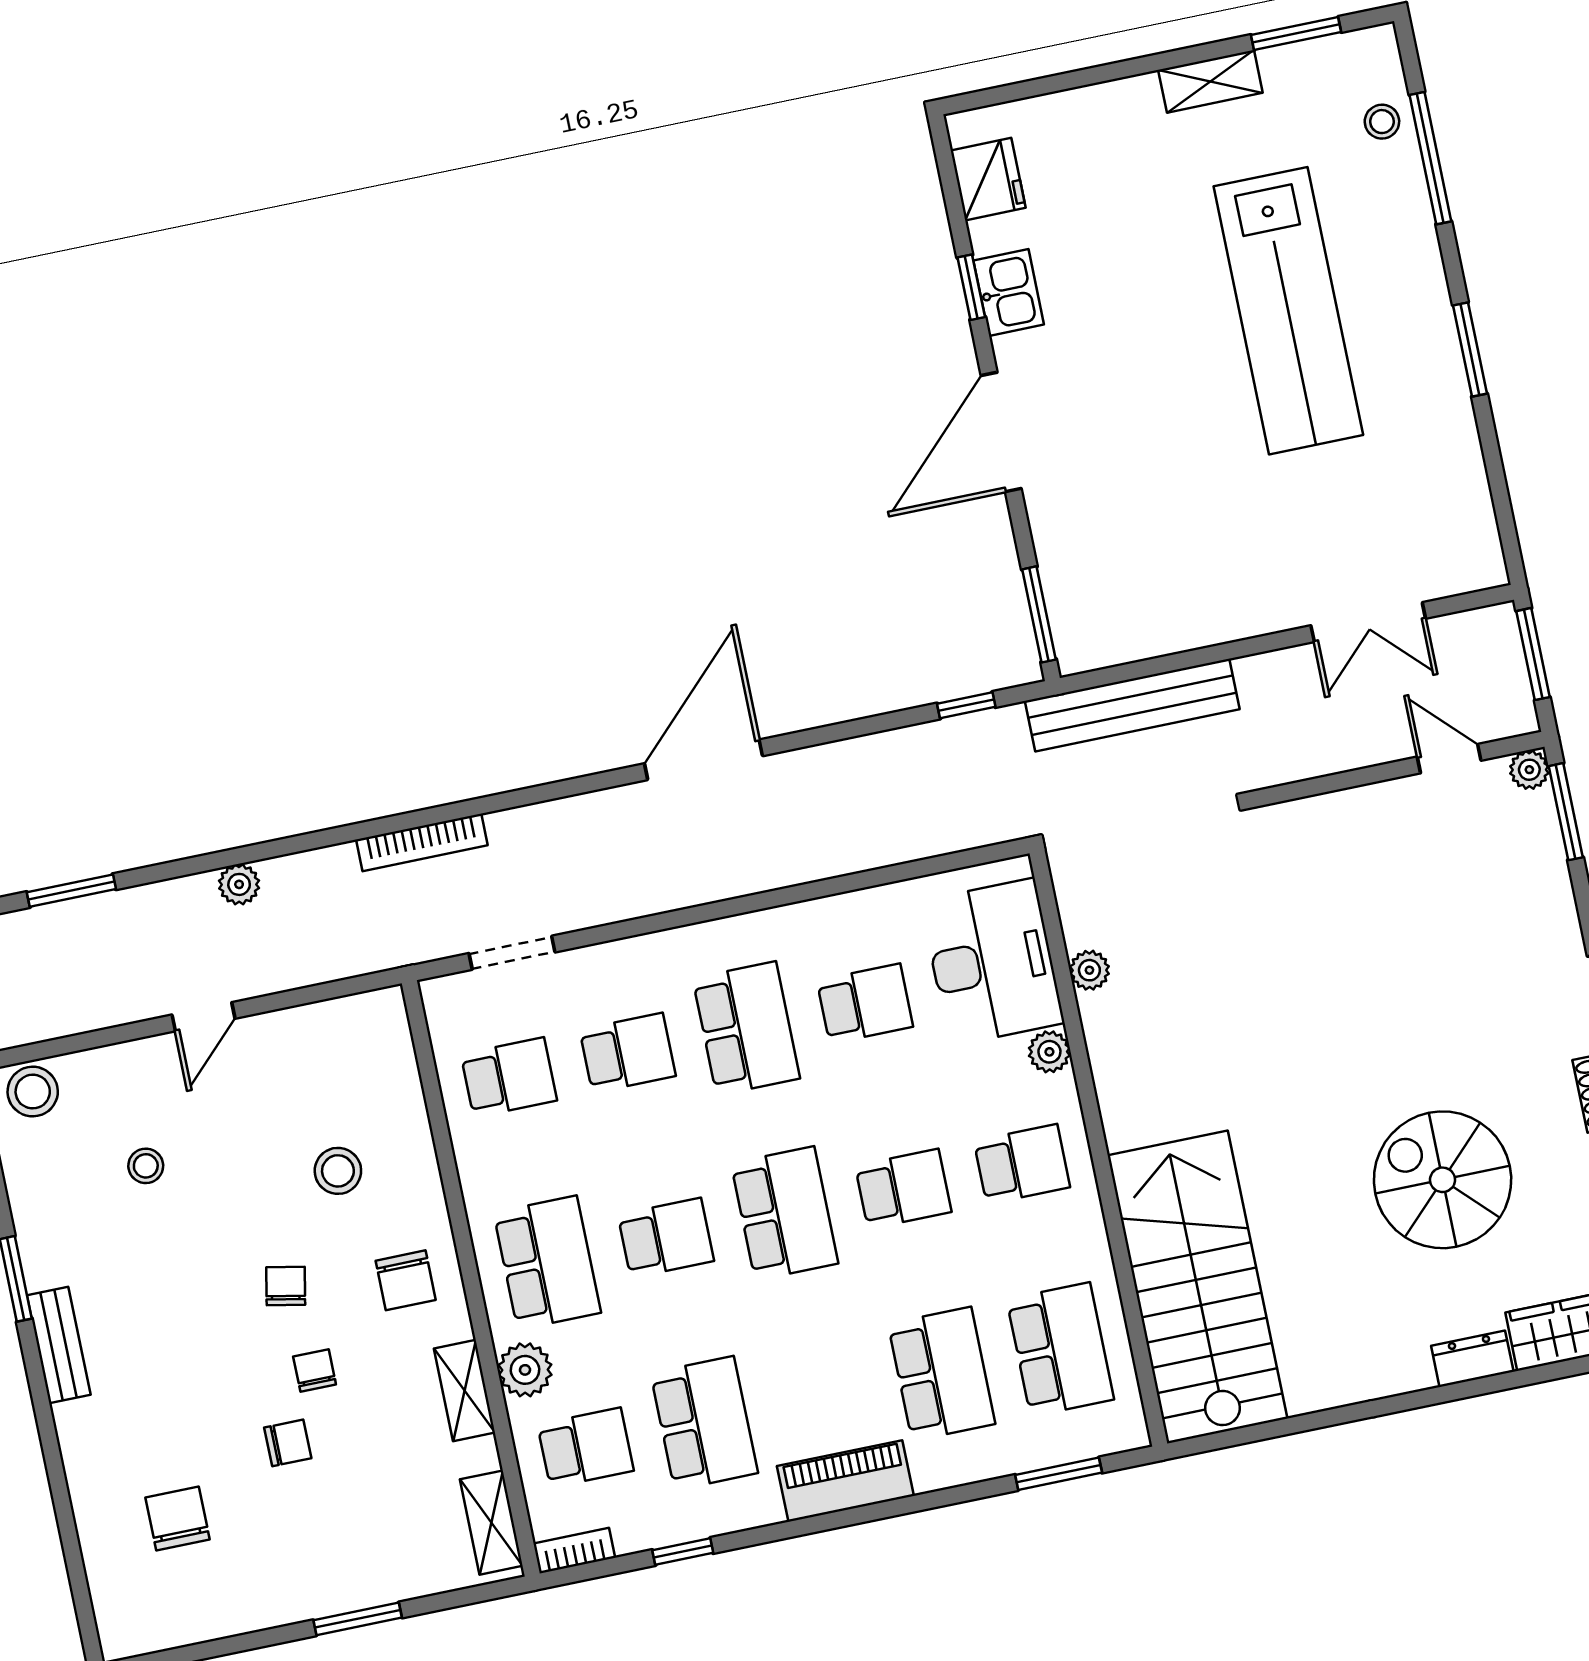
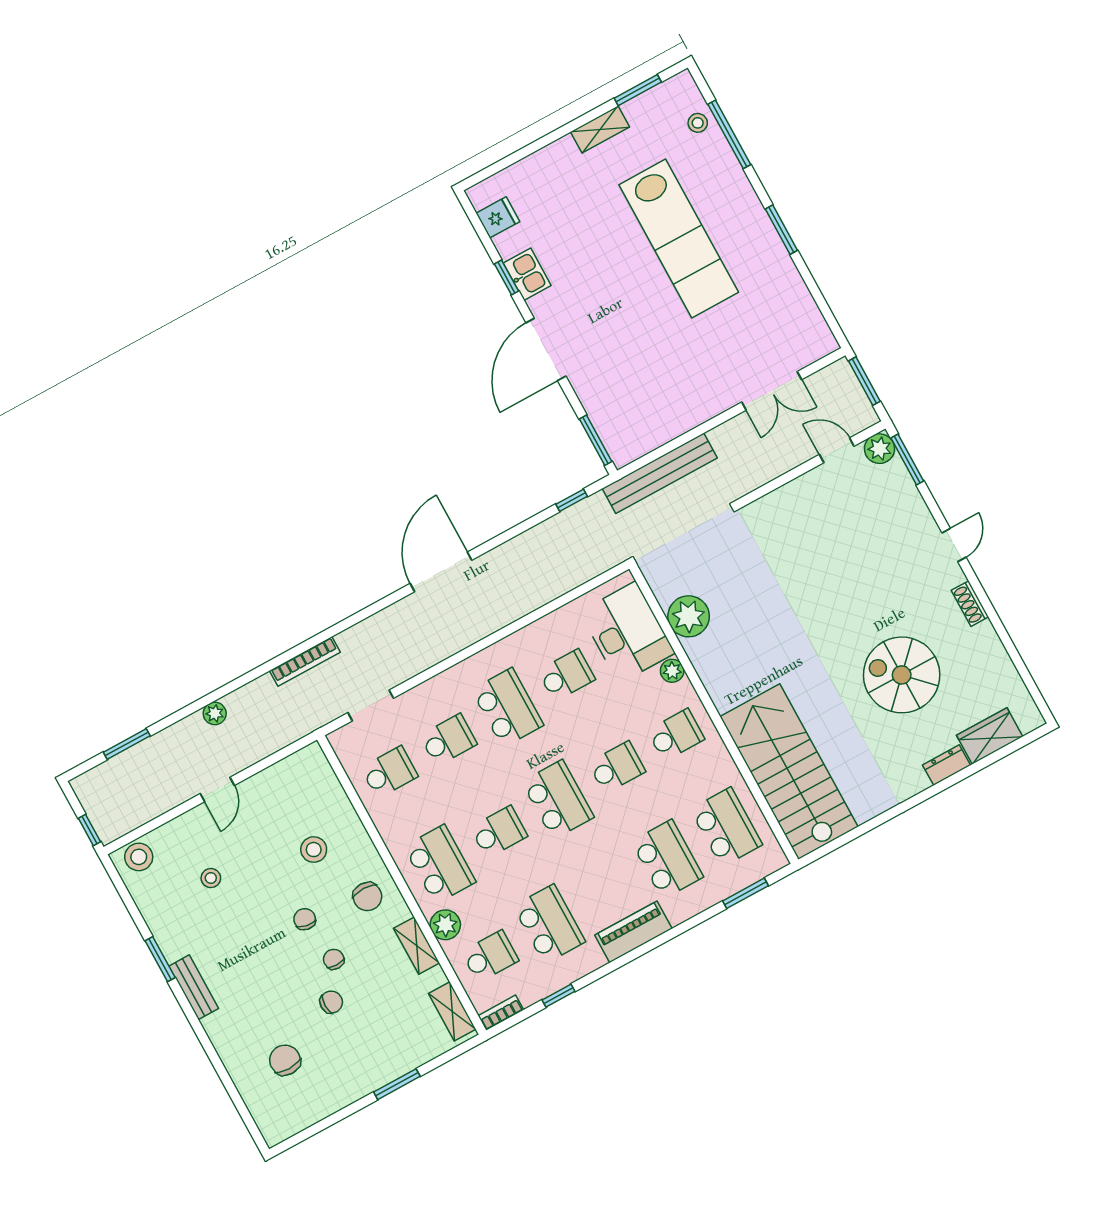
fridge: (988, 179) -> (498, 217), width x0.72
plant: (1529, 770) -> (880, 449), width x1.38, depth x1.38
plant: (1089, 970) -> (689, 616), width x1.88, depth x1.88

